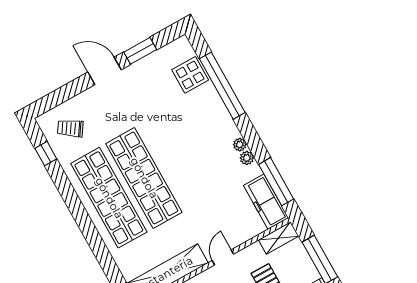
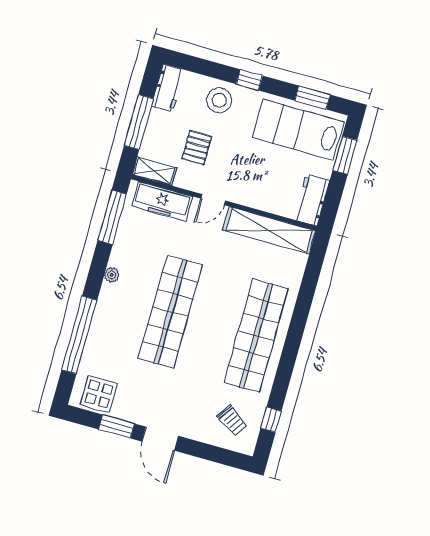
display table: (190, 75) -> (99, 394), moved
plant: (247, 158) -> (117, 259), removed
shop shelf: (144, 178) -> (170, 312), moved
freezer: (266, 202) -> (162, 201), moved, turned 90

